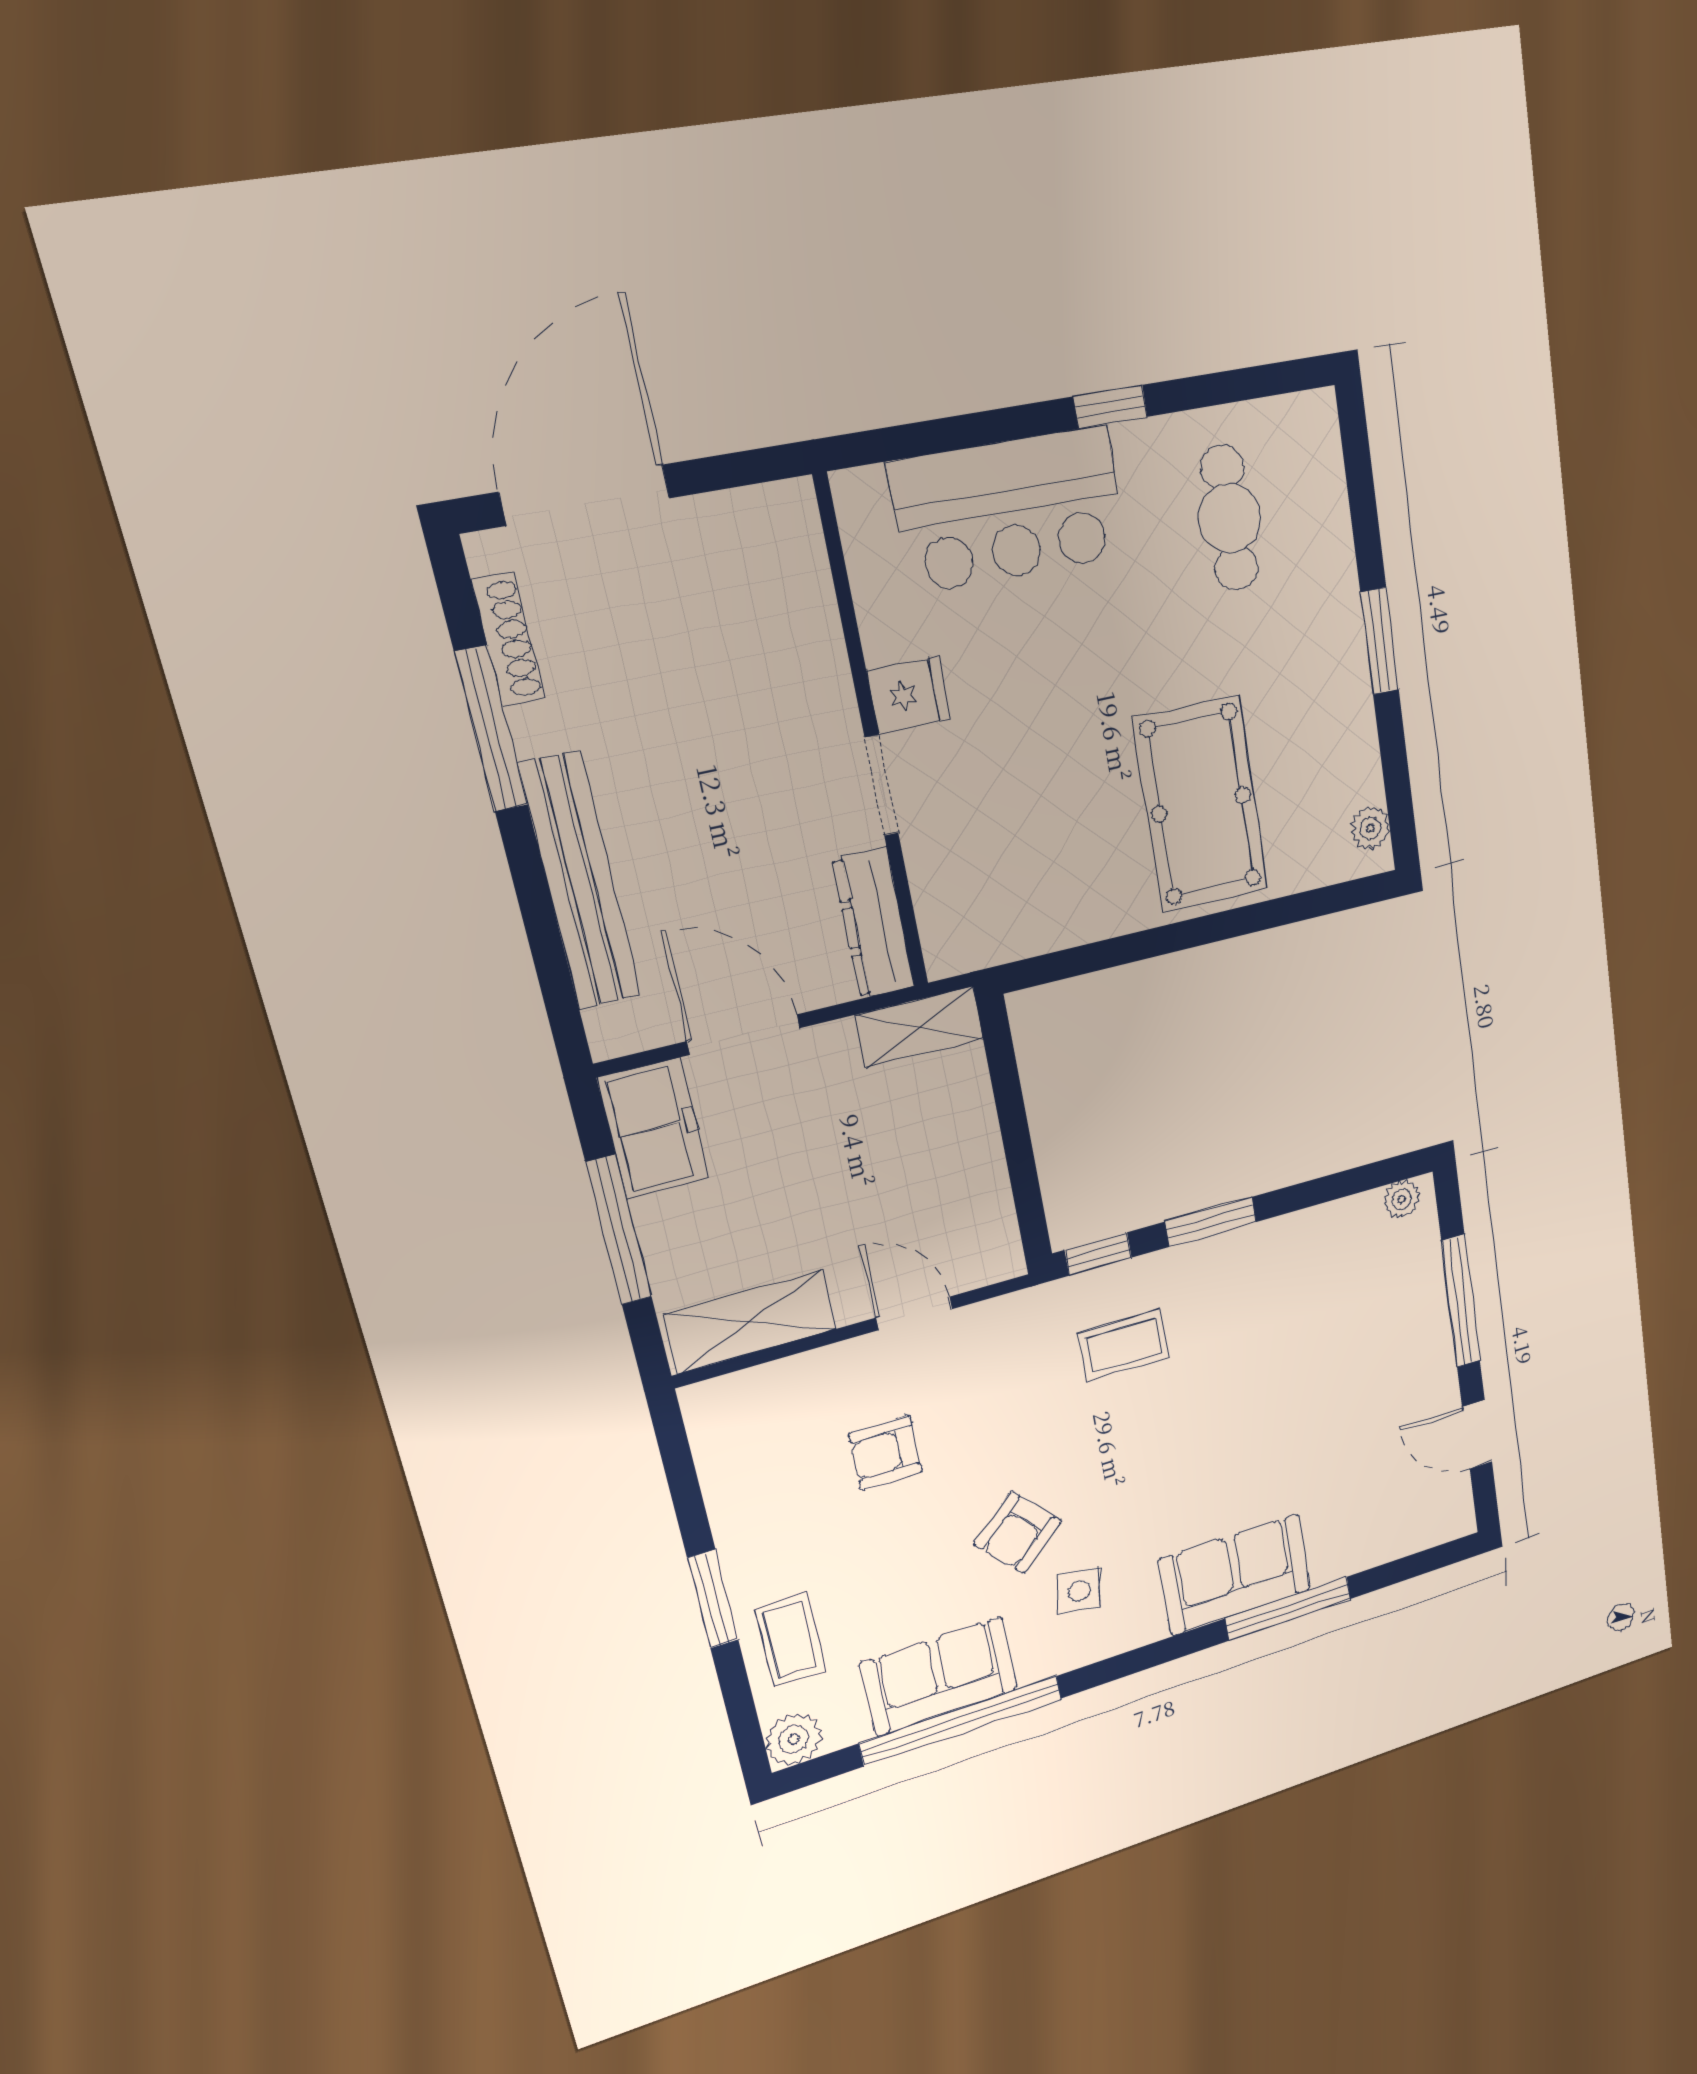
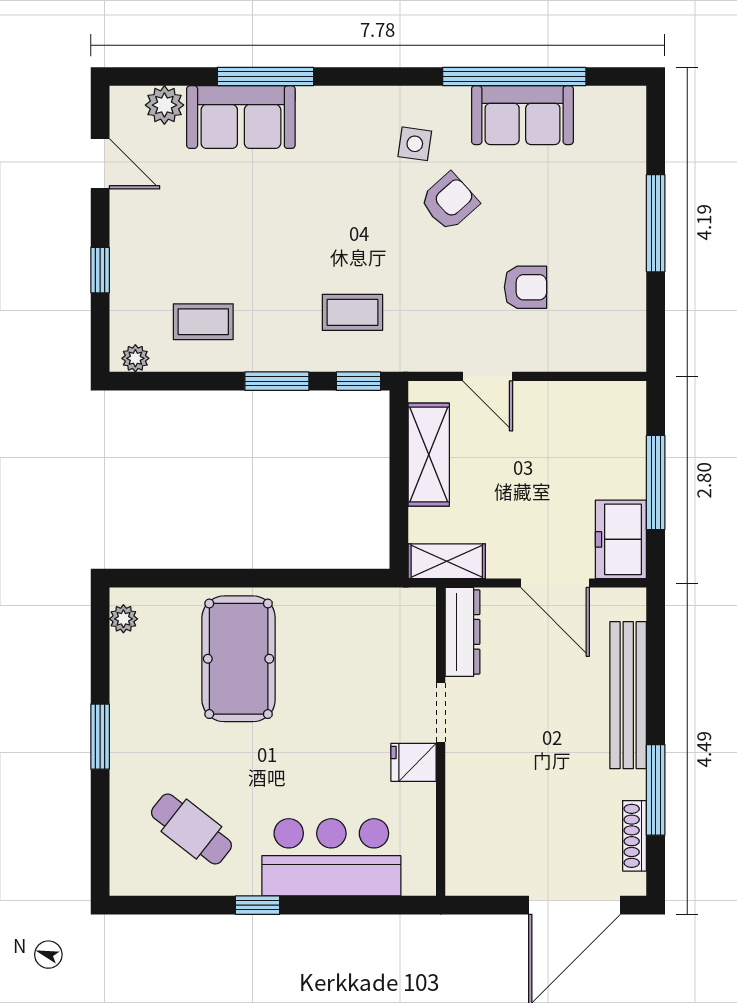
cafe table: (1230, 518) -> (191, 829), turned -52
window: (1461, 1301) -> (100, 270), width x0.46
shelving: (751, 1322) -> (429, 455), moved, turned 90
sofa: (1235, 1575) -> (241, 117), moved
window: (713, 1599) -> (656, 223), width x1.44
coffee table: (790, 1640) -> (203, 322), moved, turned 90
plant: (794, 1739) -> (164, 105), moved

